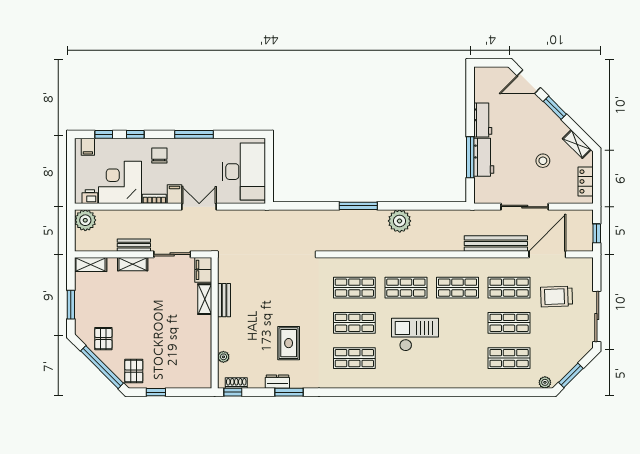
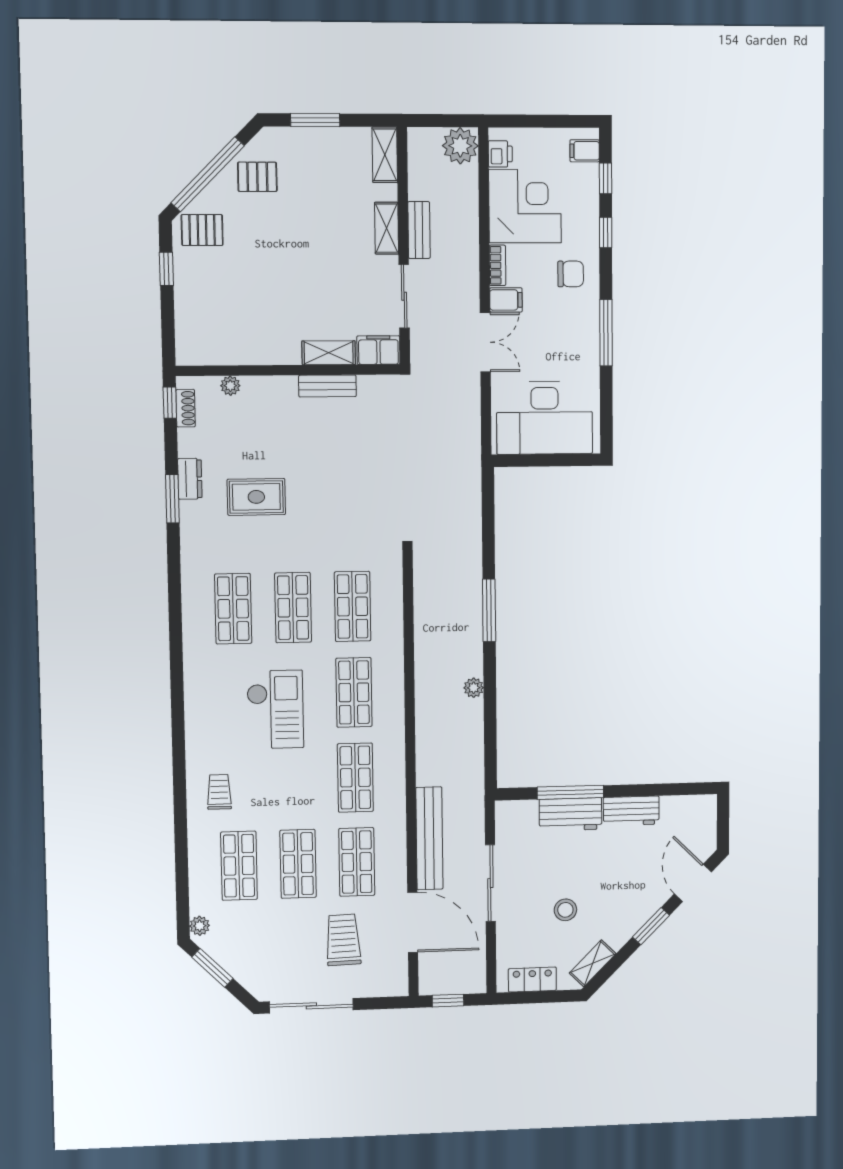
plant: (400, 221) -> (474, 688), width x0.53, depth x0.53
trolley: (464, 369) -> (219, 792), added

